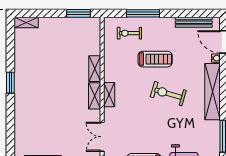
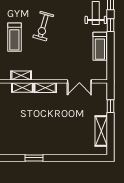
treadmill: (155, 59) -> (14, 37), turned 180
shelving: (109, 95) -> (21, 75), moved

